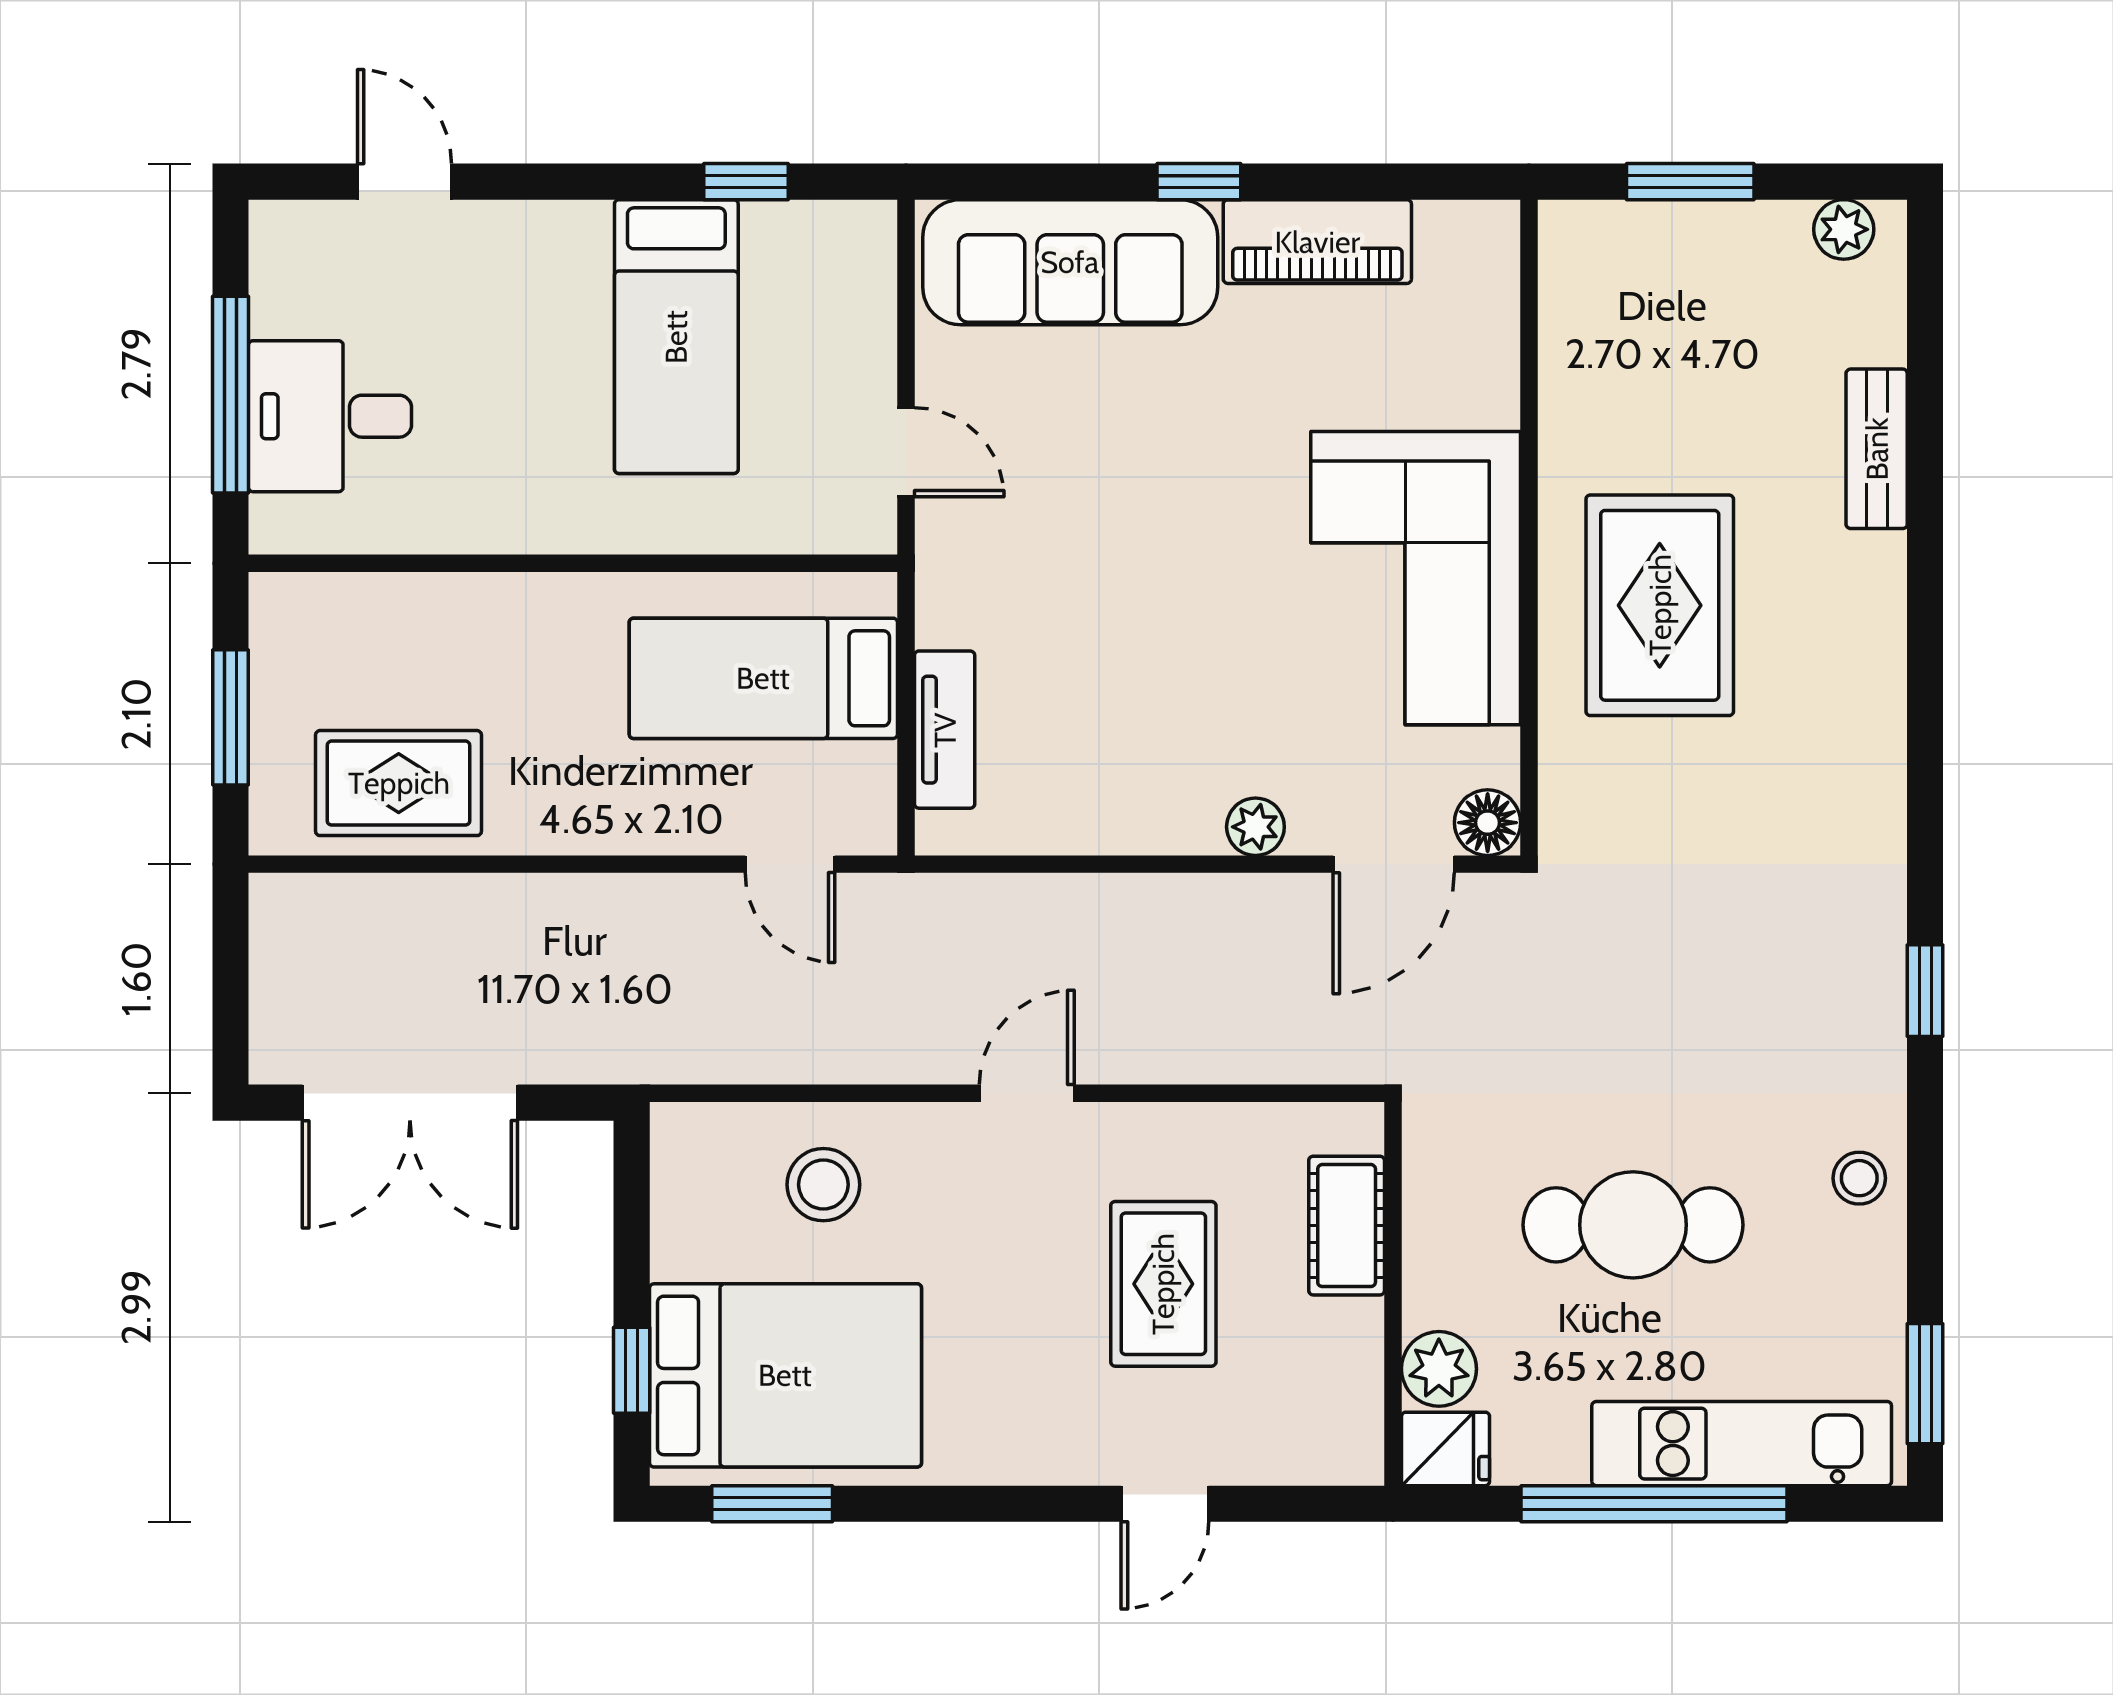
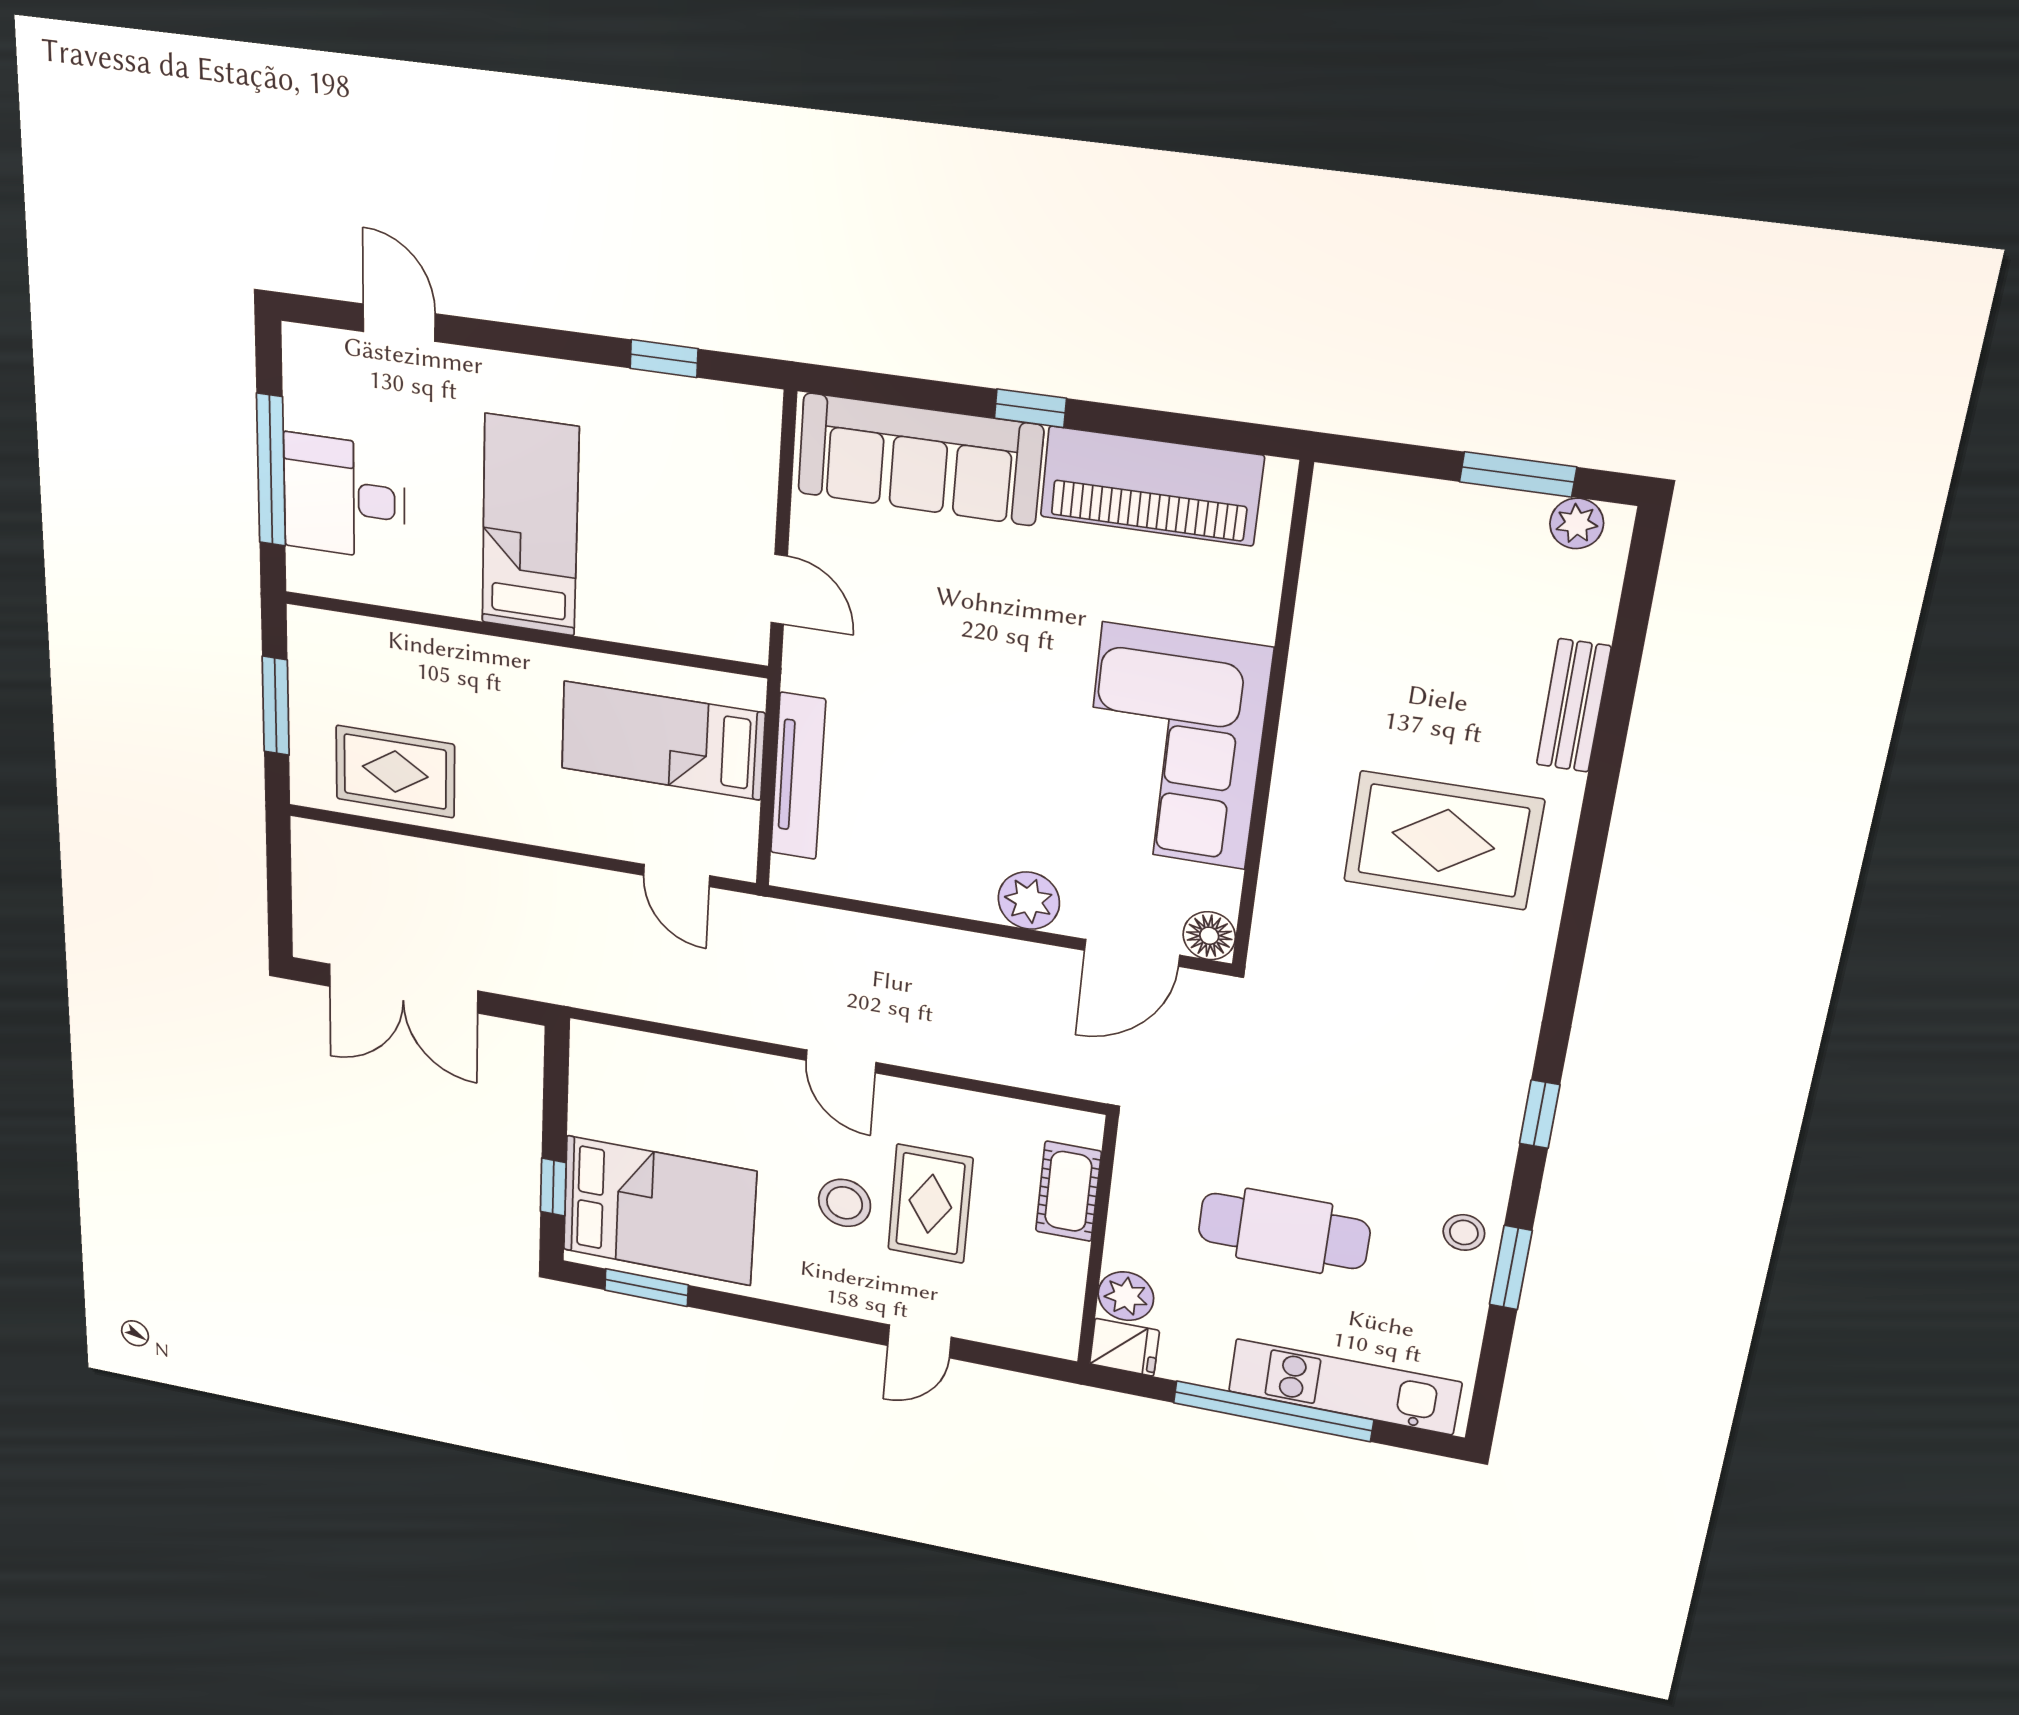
window: (1690, 182) -> (1518, 474), moved
piano: (1317, 242) -> (1151, 486), width x1.37, depth x1.33
bed: (676, 337) -> (530, 526), moved, turned 180
rug: (1660, 605) -> (1443, 841), moved, turned 90
tv unit: (945, 730) -> (798, 776), width x1.41
plant: (1255, 827) -> (1029, 901), width x1.38, depth x1.38
door: (1027, 1093) -> (841, 1061), swing flipped
stool: (823, 1185) -> (845, 1203), moved
window: (1925, 1384) -> (1511, 1268), moved

